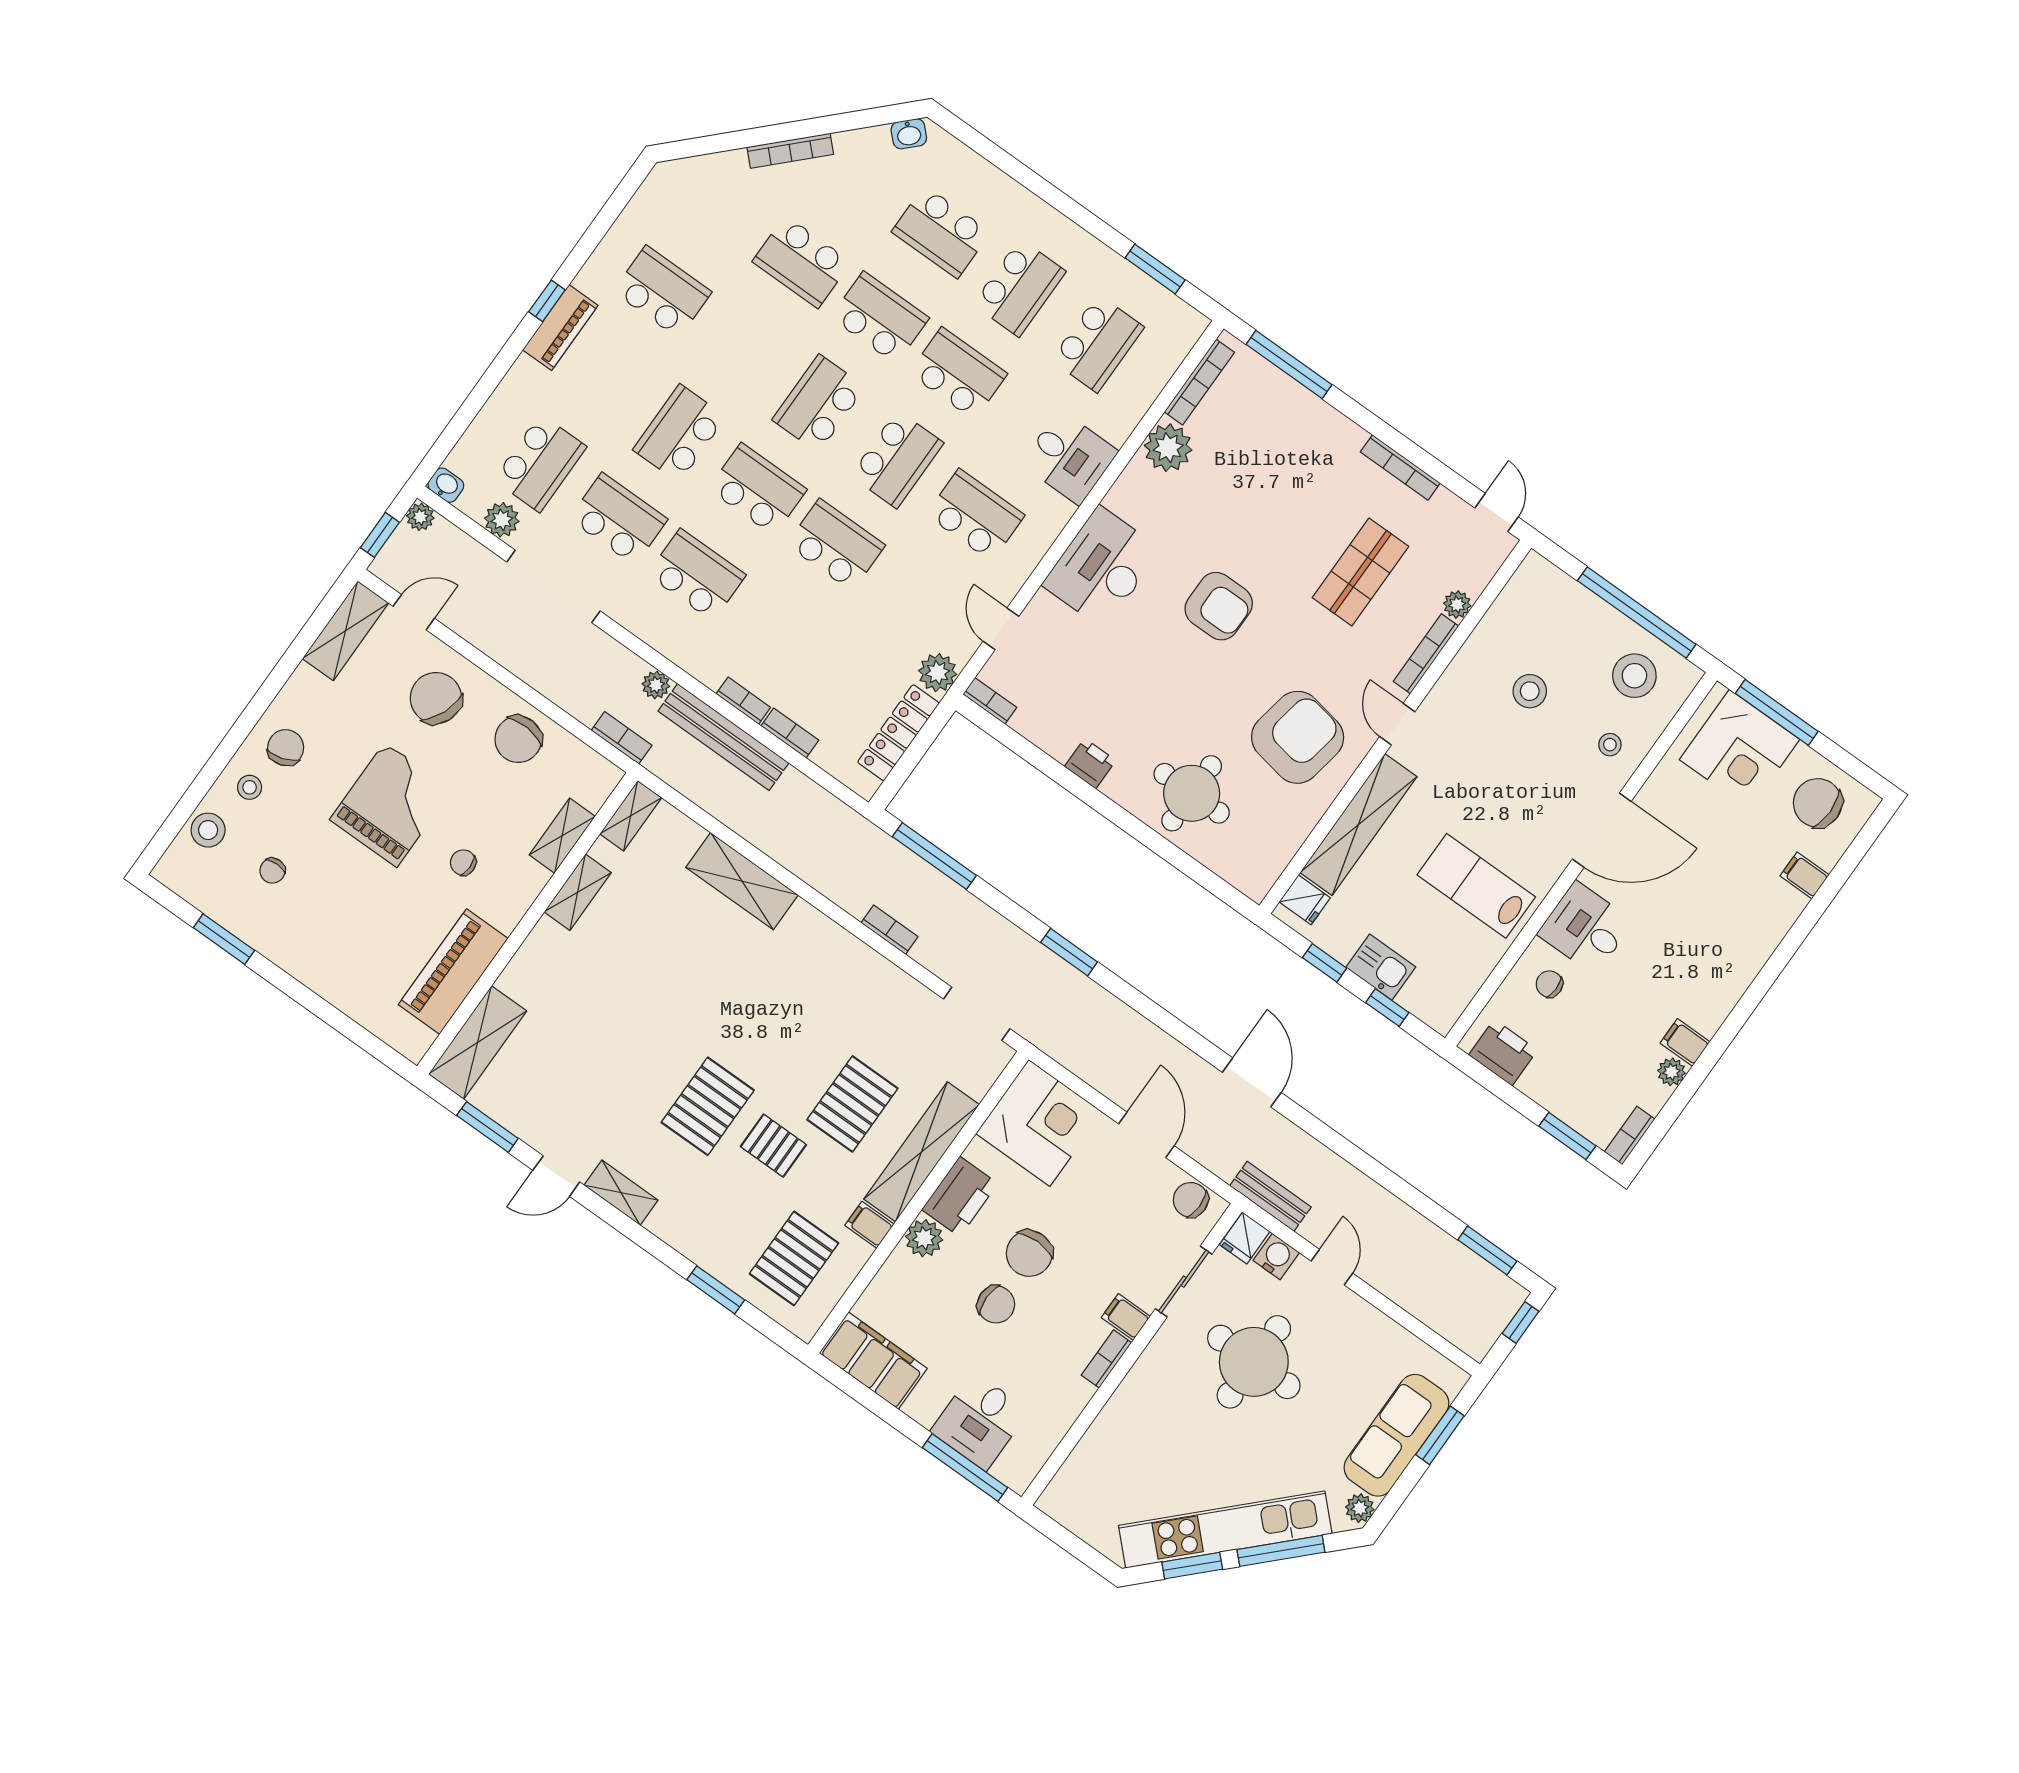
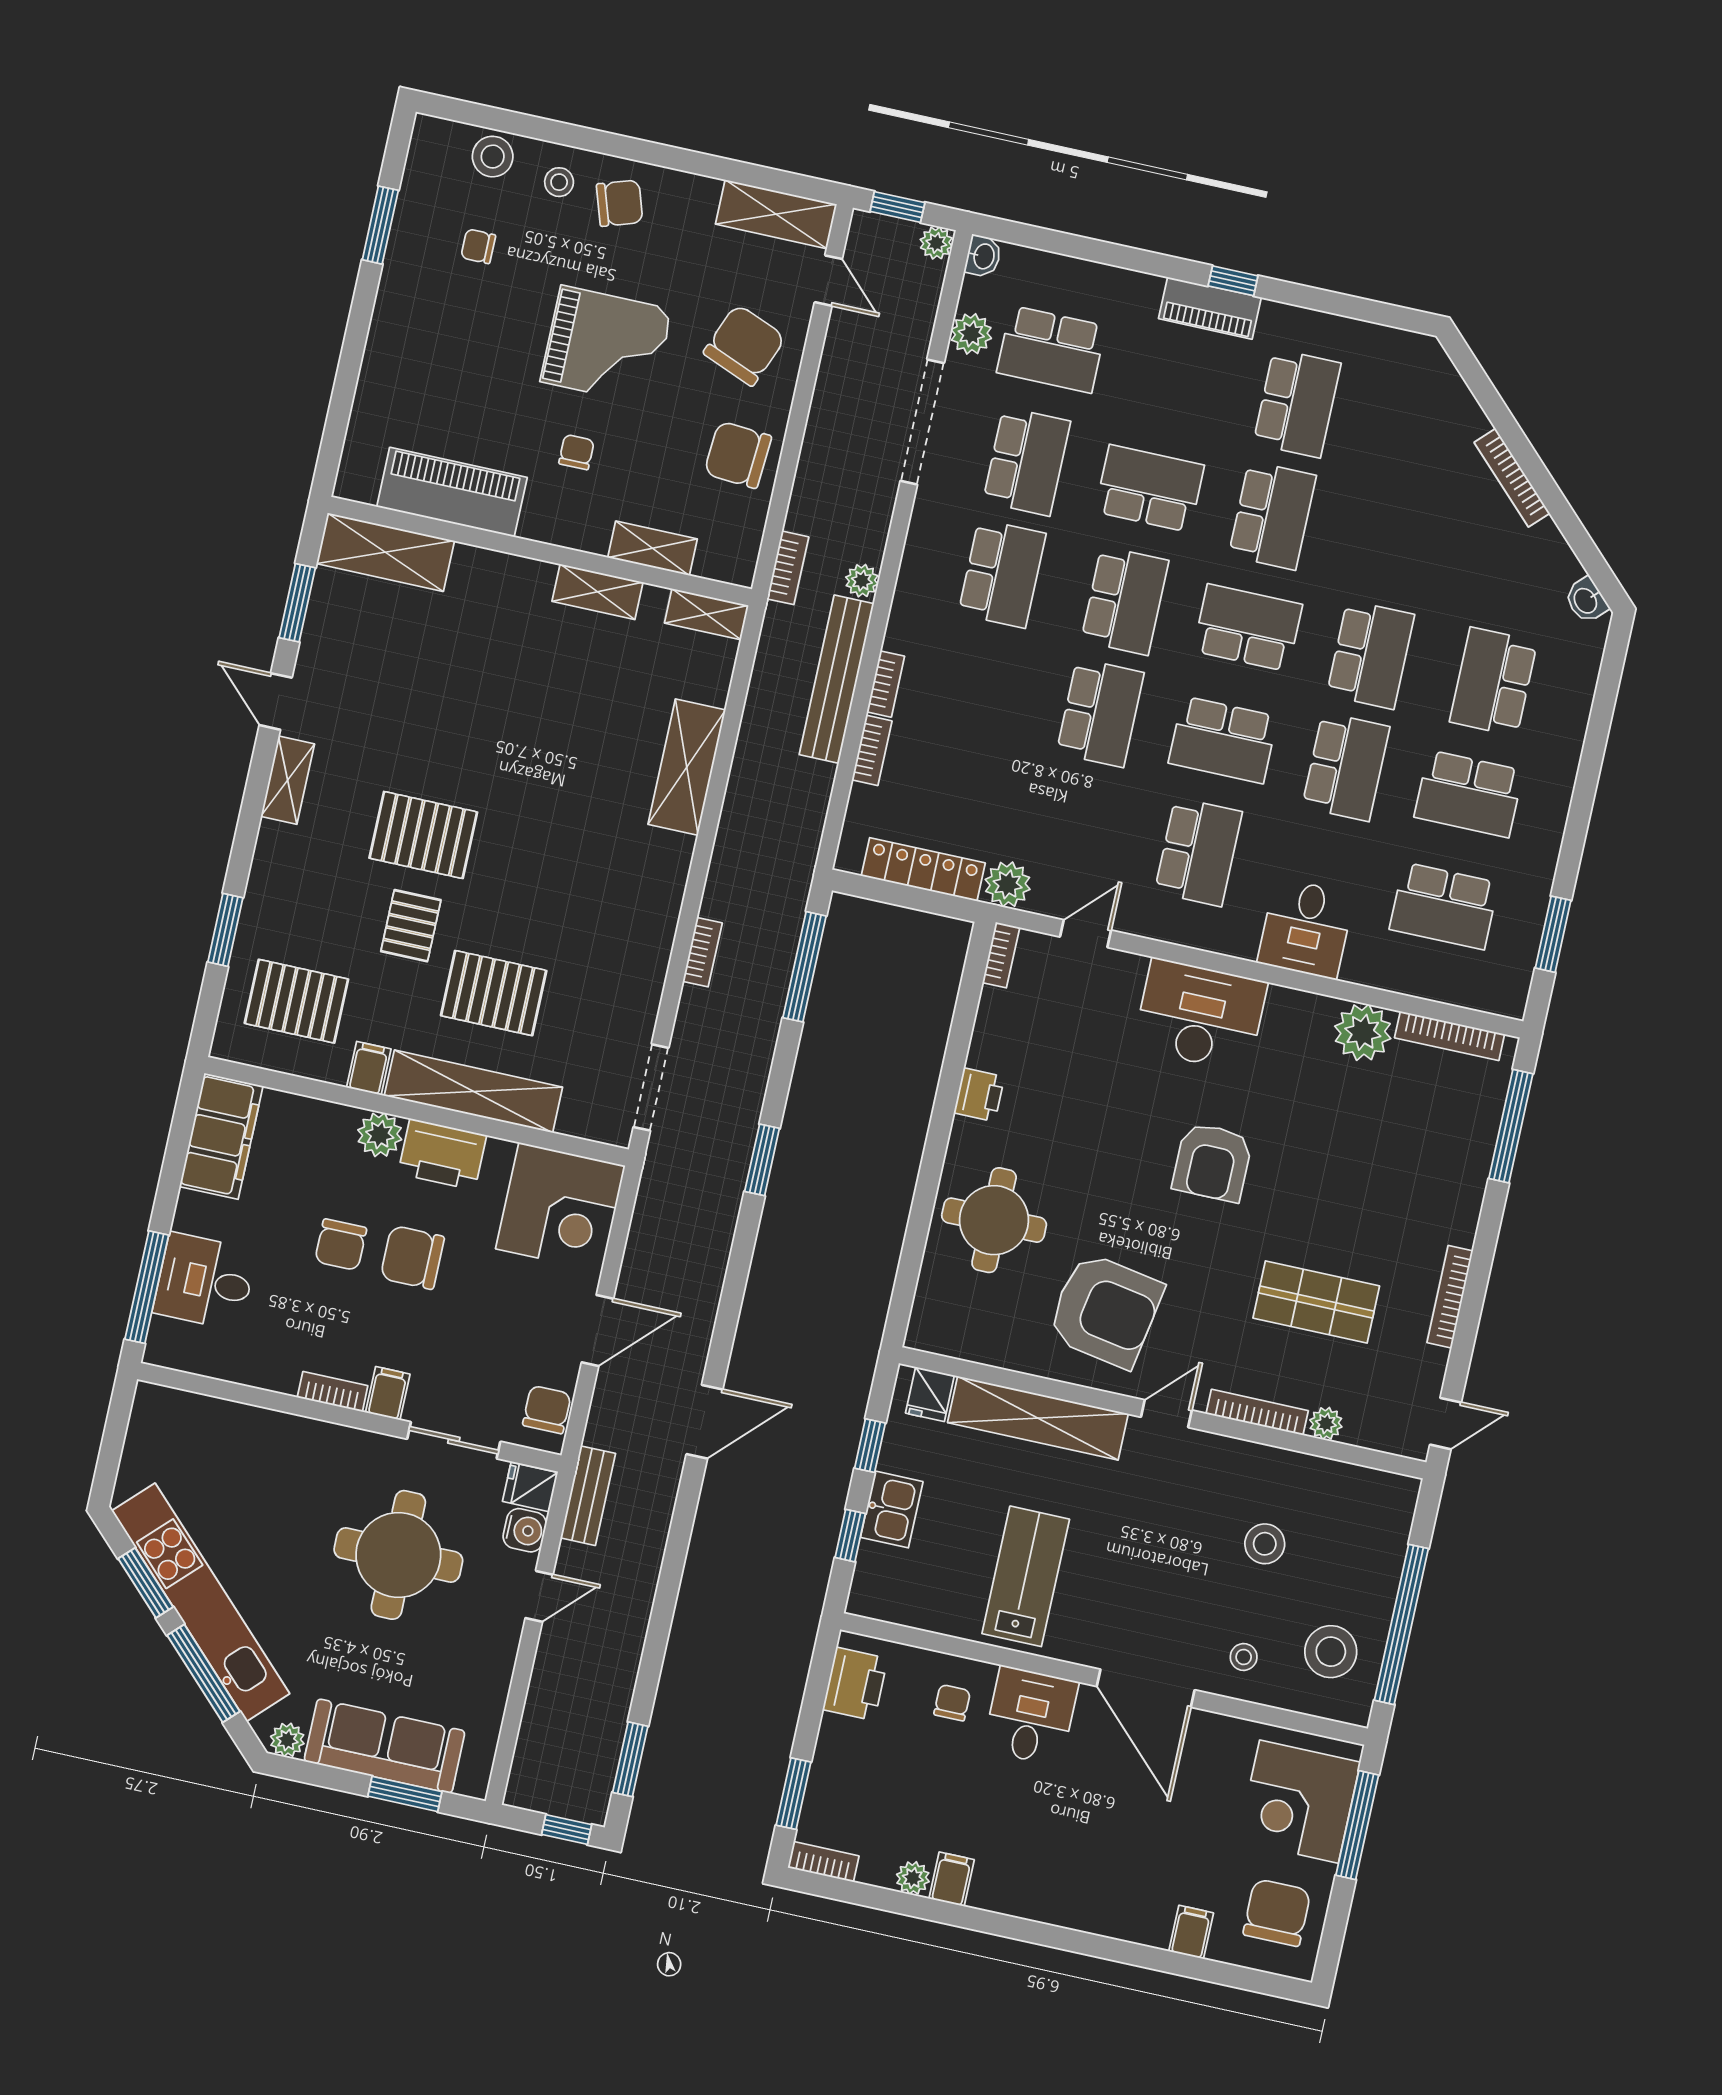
school desk: (802, 262) -> (1272, 516), moved, turned 180

